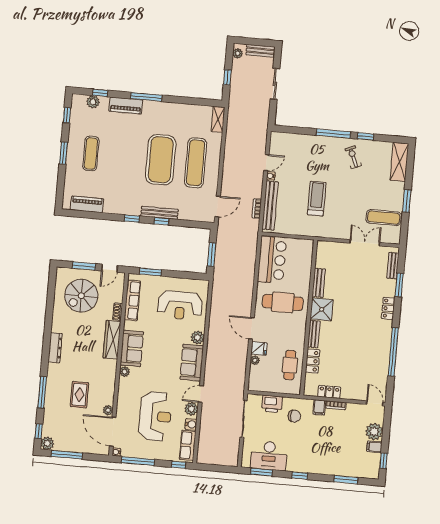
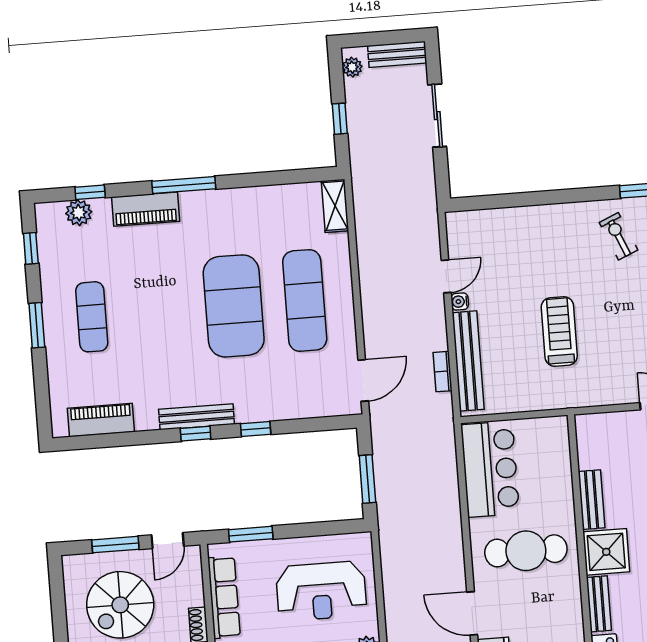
window: (333, 134) -> (571, 196), removed
bench: (159, 213) -> (197, 417), moved

